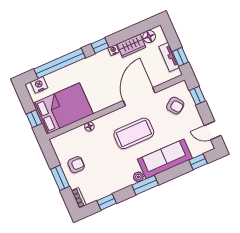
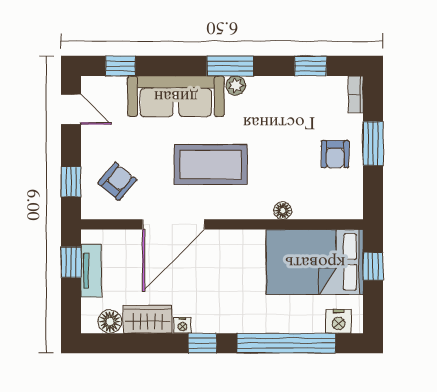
armchair: (175, 106) -> (117, 181), turned 76
armchair: (76, 165) -> (335, 154), turned -90

